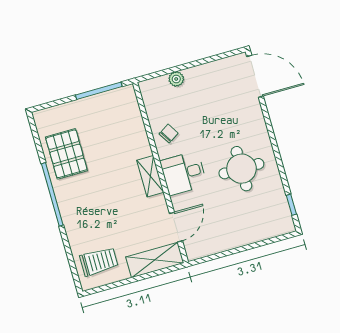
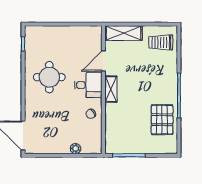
door: (176, 227) -> (103, 61), moved

